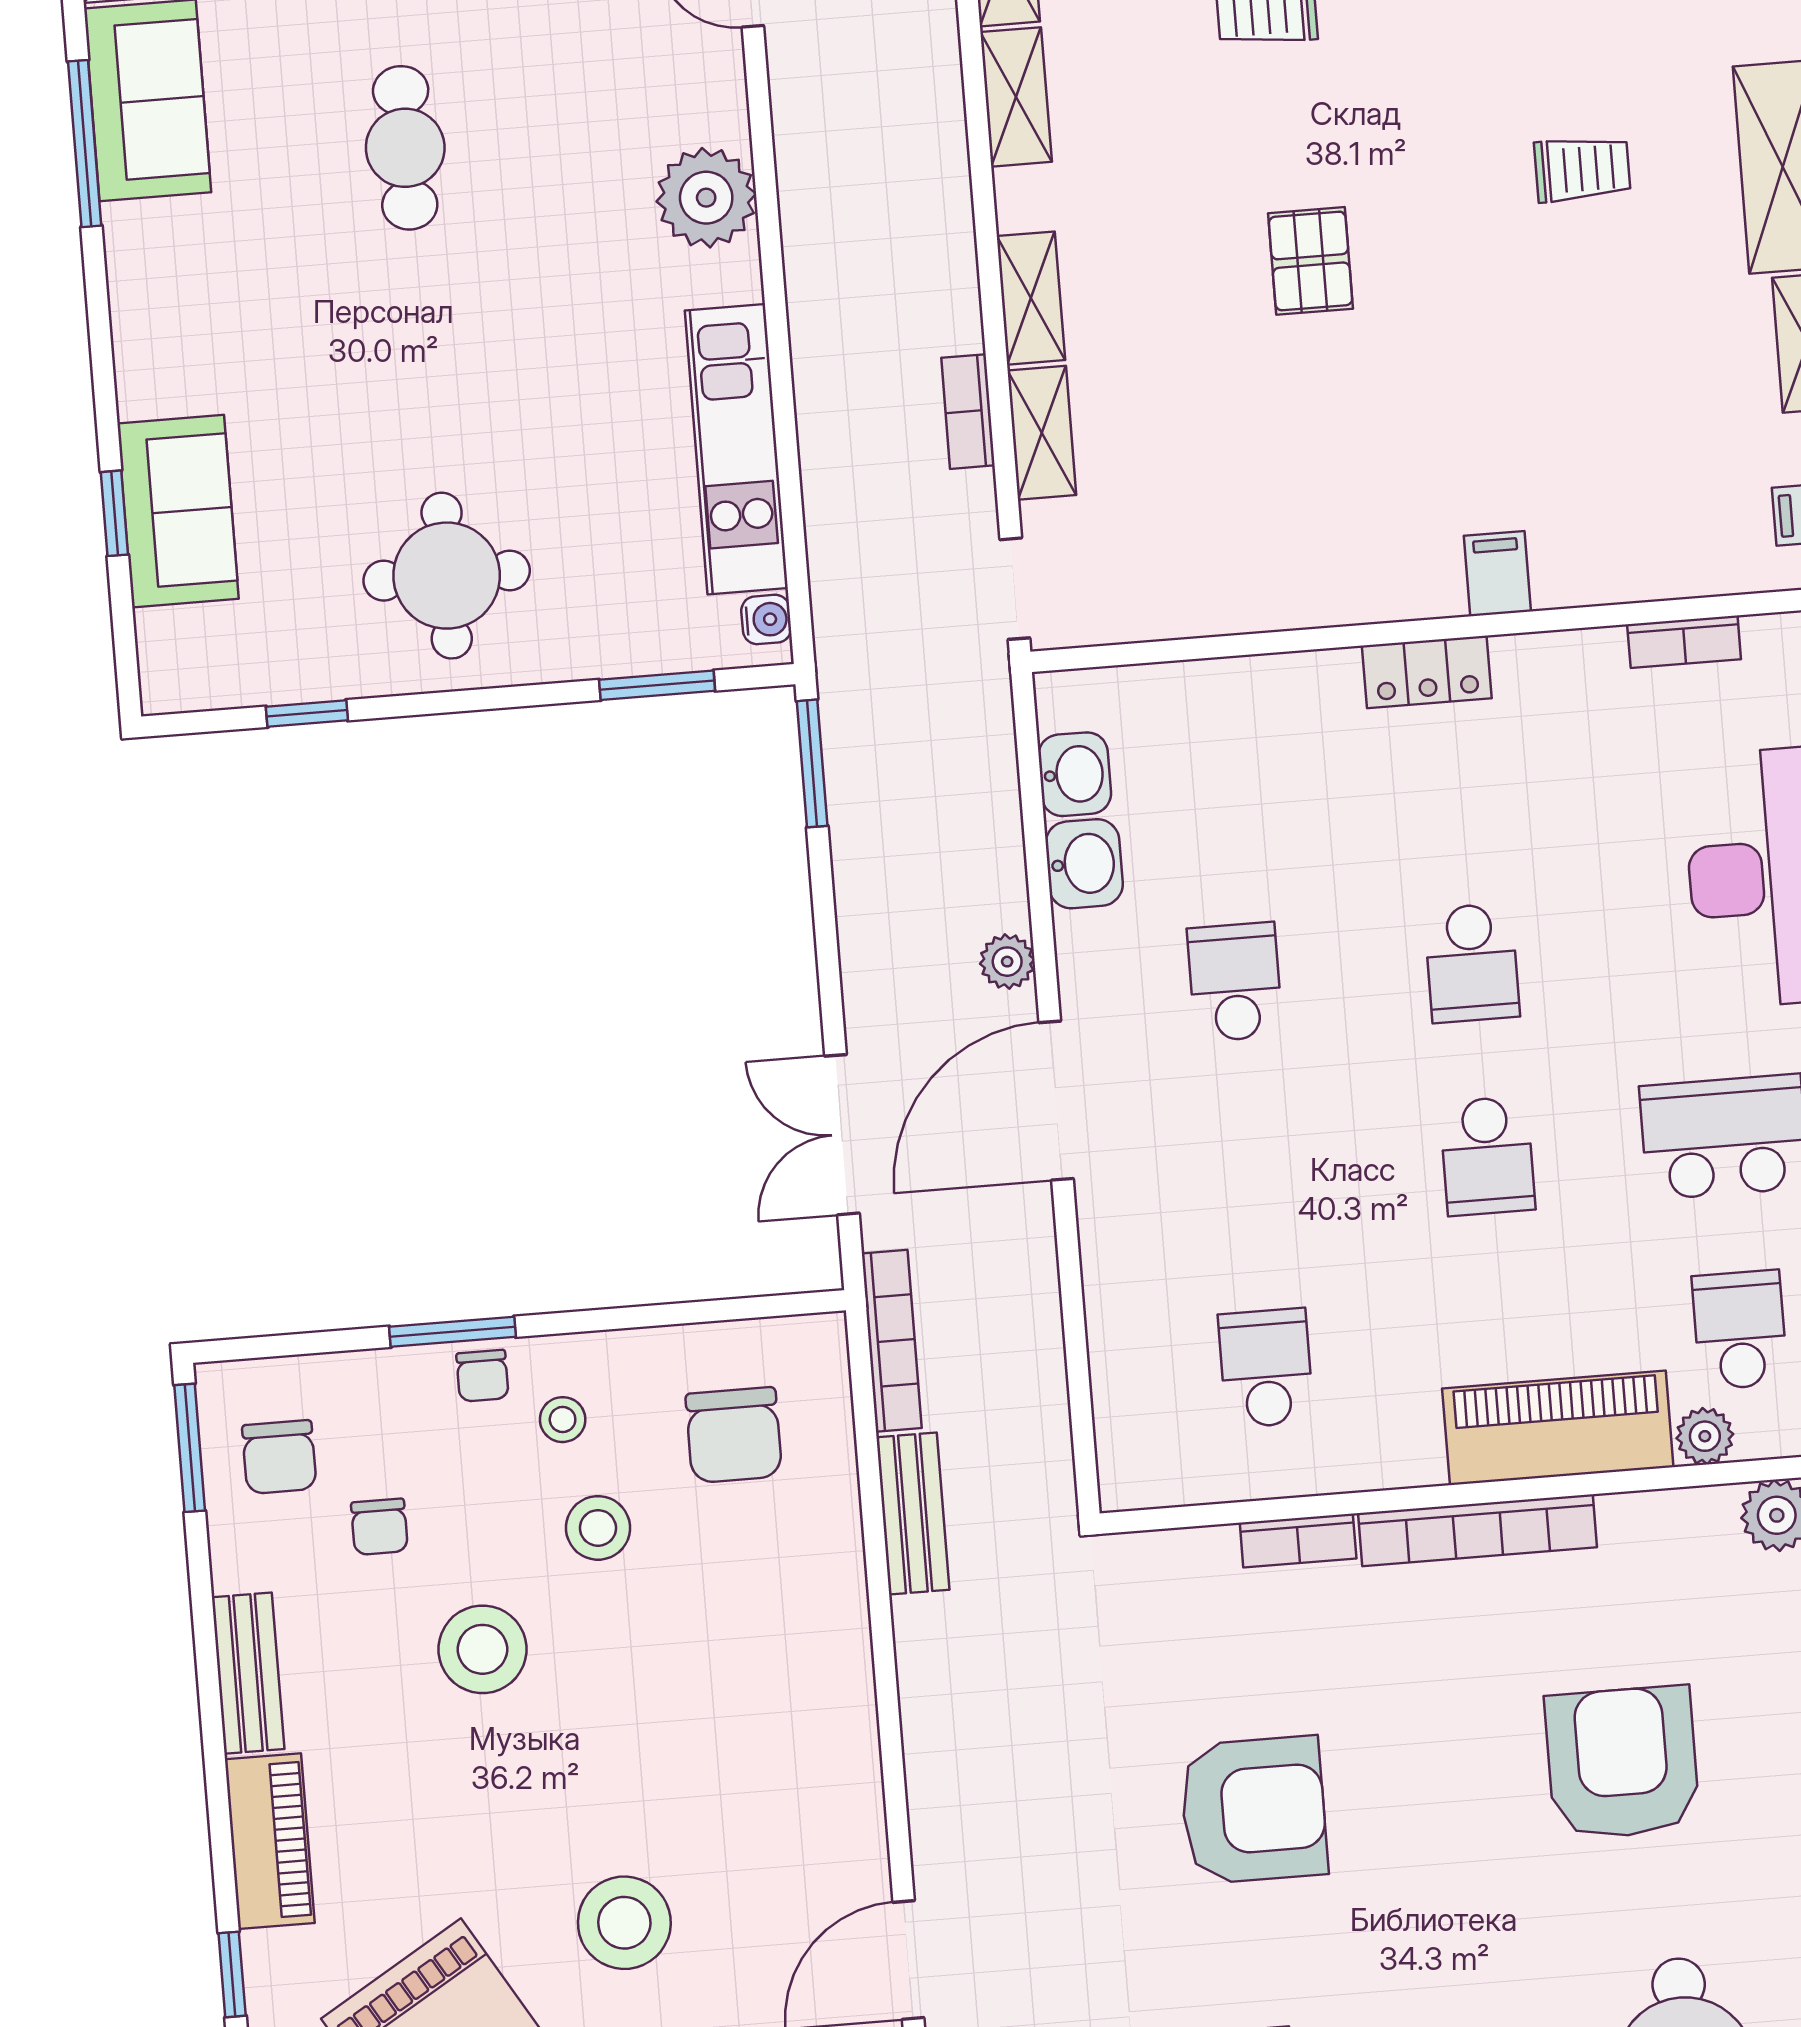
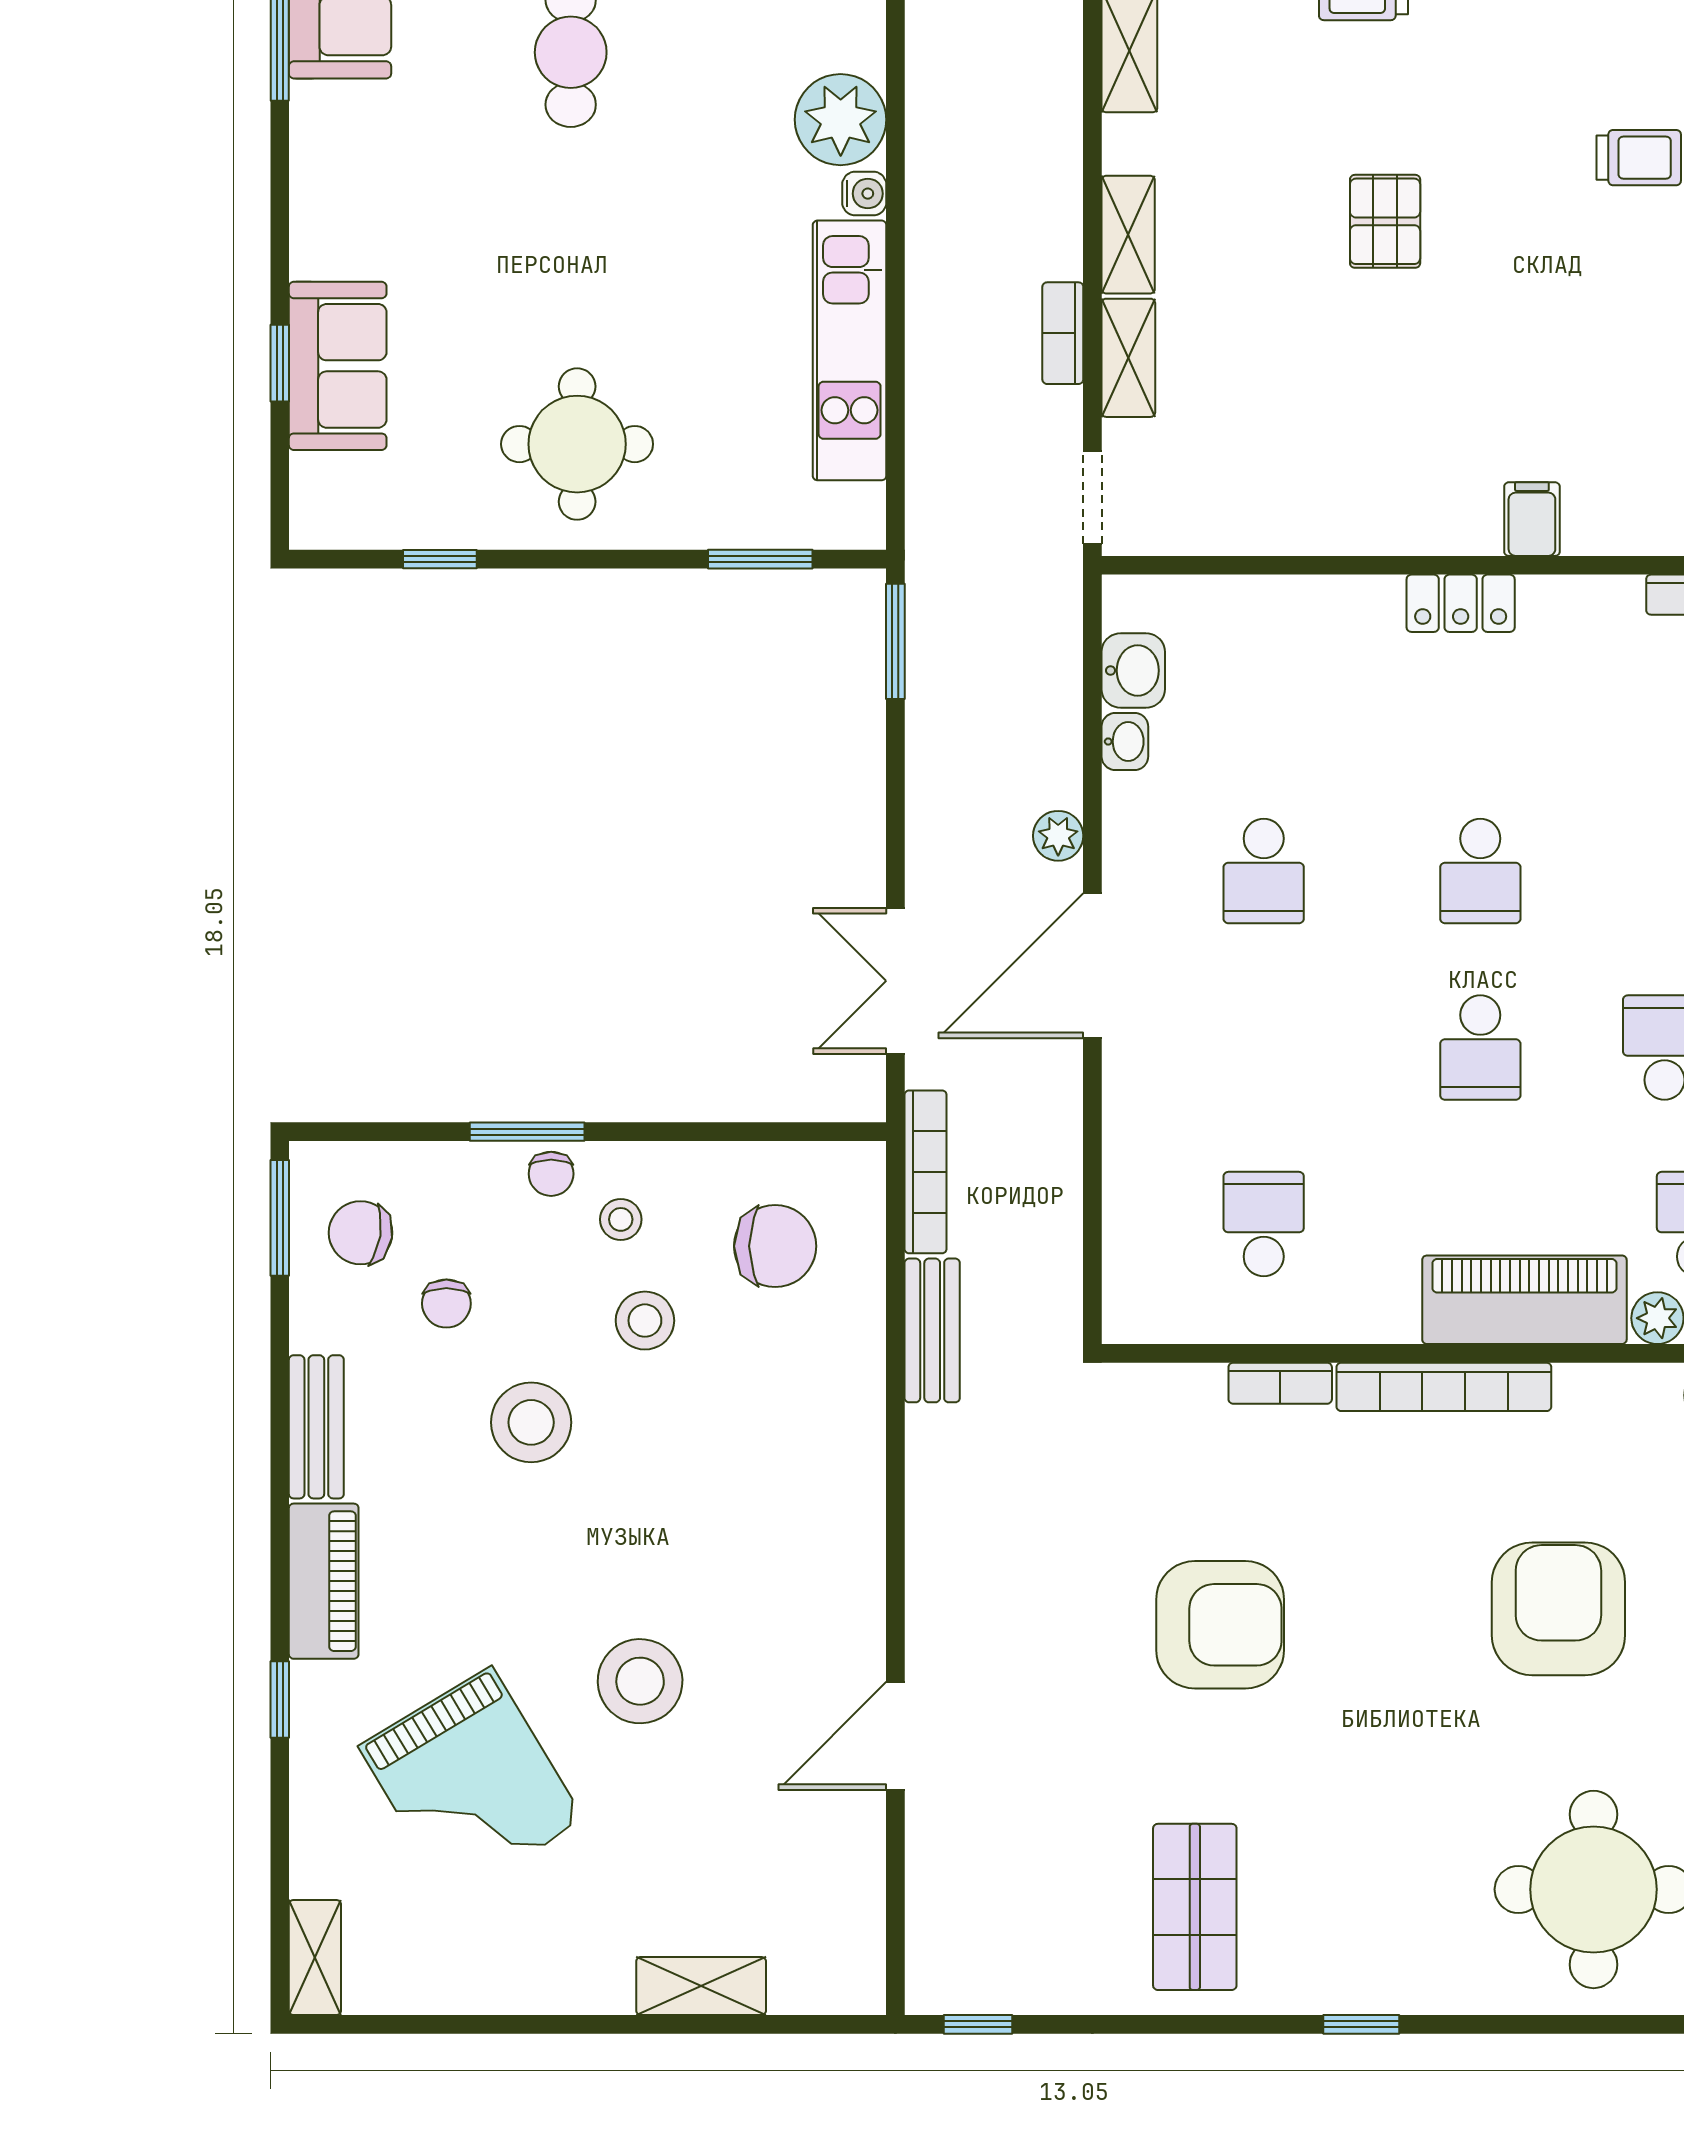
water cooler: (766, 619) -> (864, 194), moved
washbasin: (1084, 864) -> (1125, 742), width x0.72, depth x0.69
school desk: (1235, 982) -> (1264, 871), turned 180
chair: (734, 1435) -> (775, 1246), turned -90
chair: (279, 1457) -> (360, 1233), turned 99

